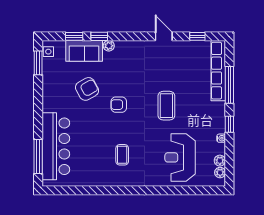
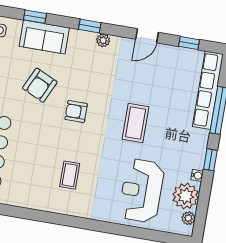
window: (99, 36) -> (90, 26), moved
door: (164, 36) -> (147, 36), swing flipped
plant: (109, 46) -> (103, 40), moved
armchair: (87, 89) -> (40, 85), turned 144
plant: (220, 161) -> (186, 196), width x1.88, depth x1.88

